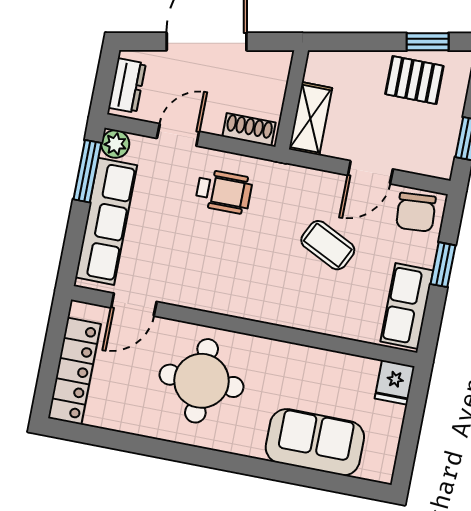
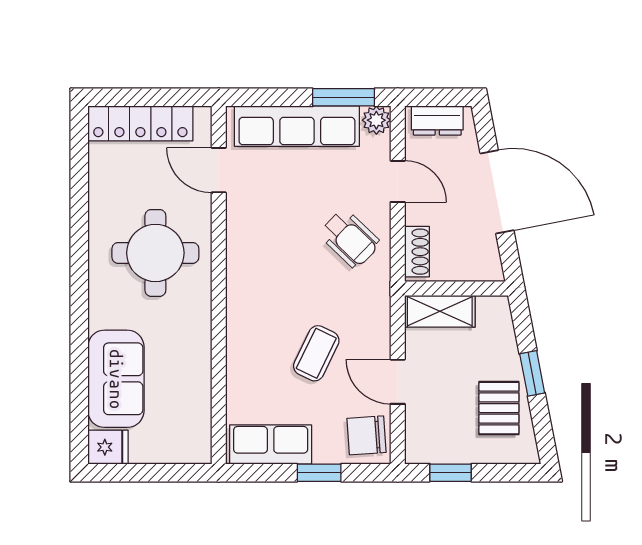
window: (428, 42) -> (532, 373), moved
wheelchair: (224, 192) -> (350, 238), turned -46
fridge: (395, 382) -> (108, 447), moved, turned 180

